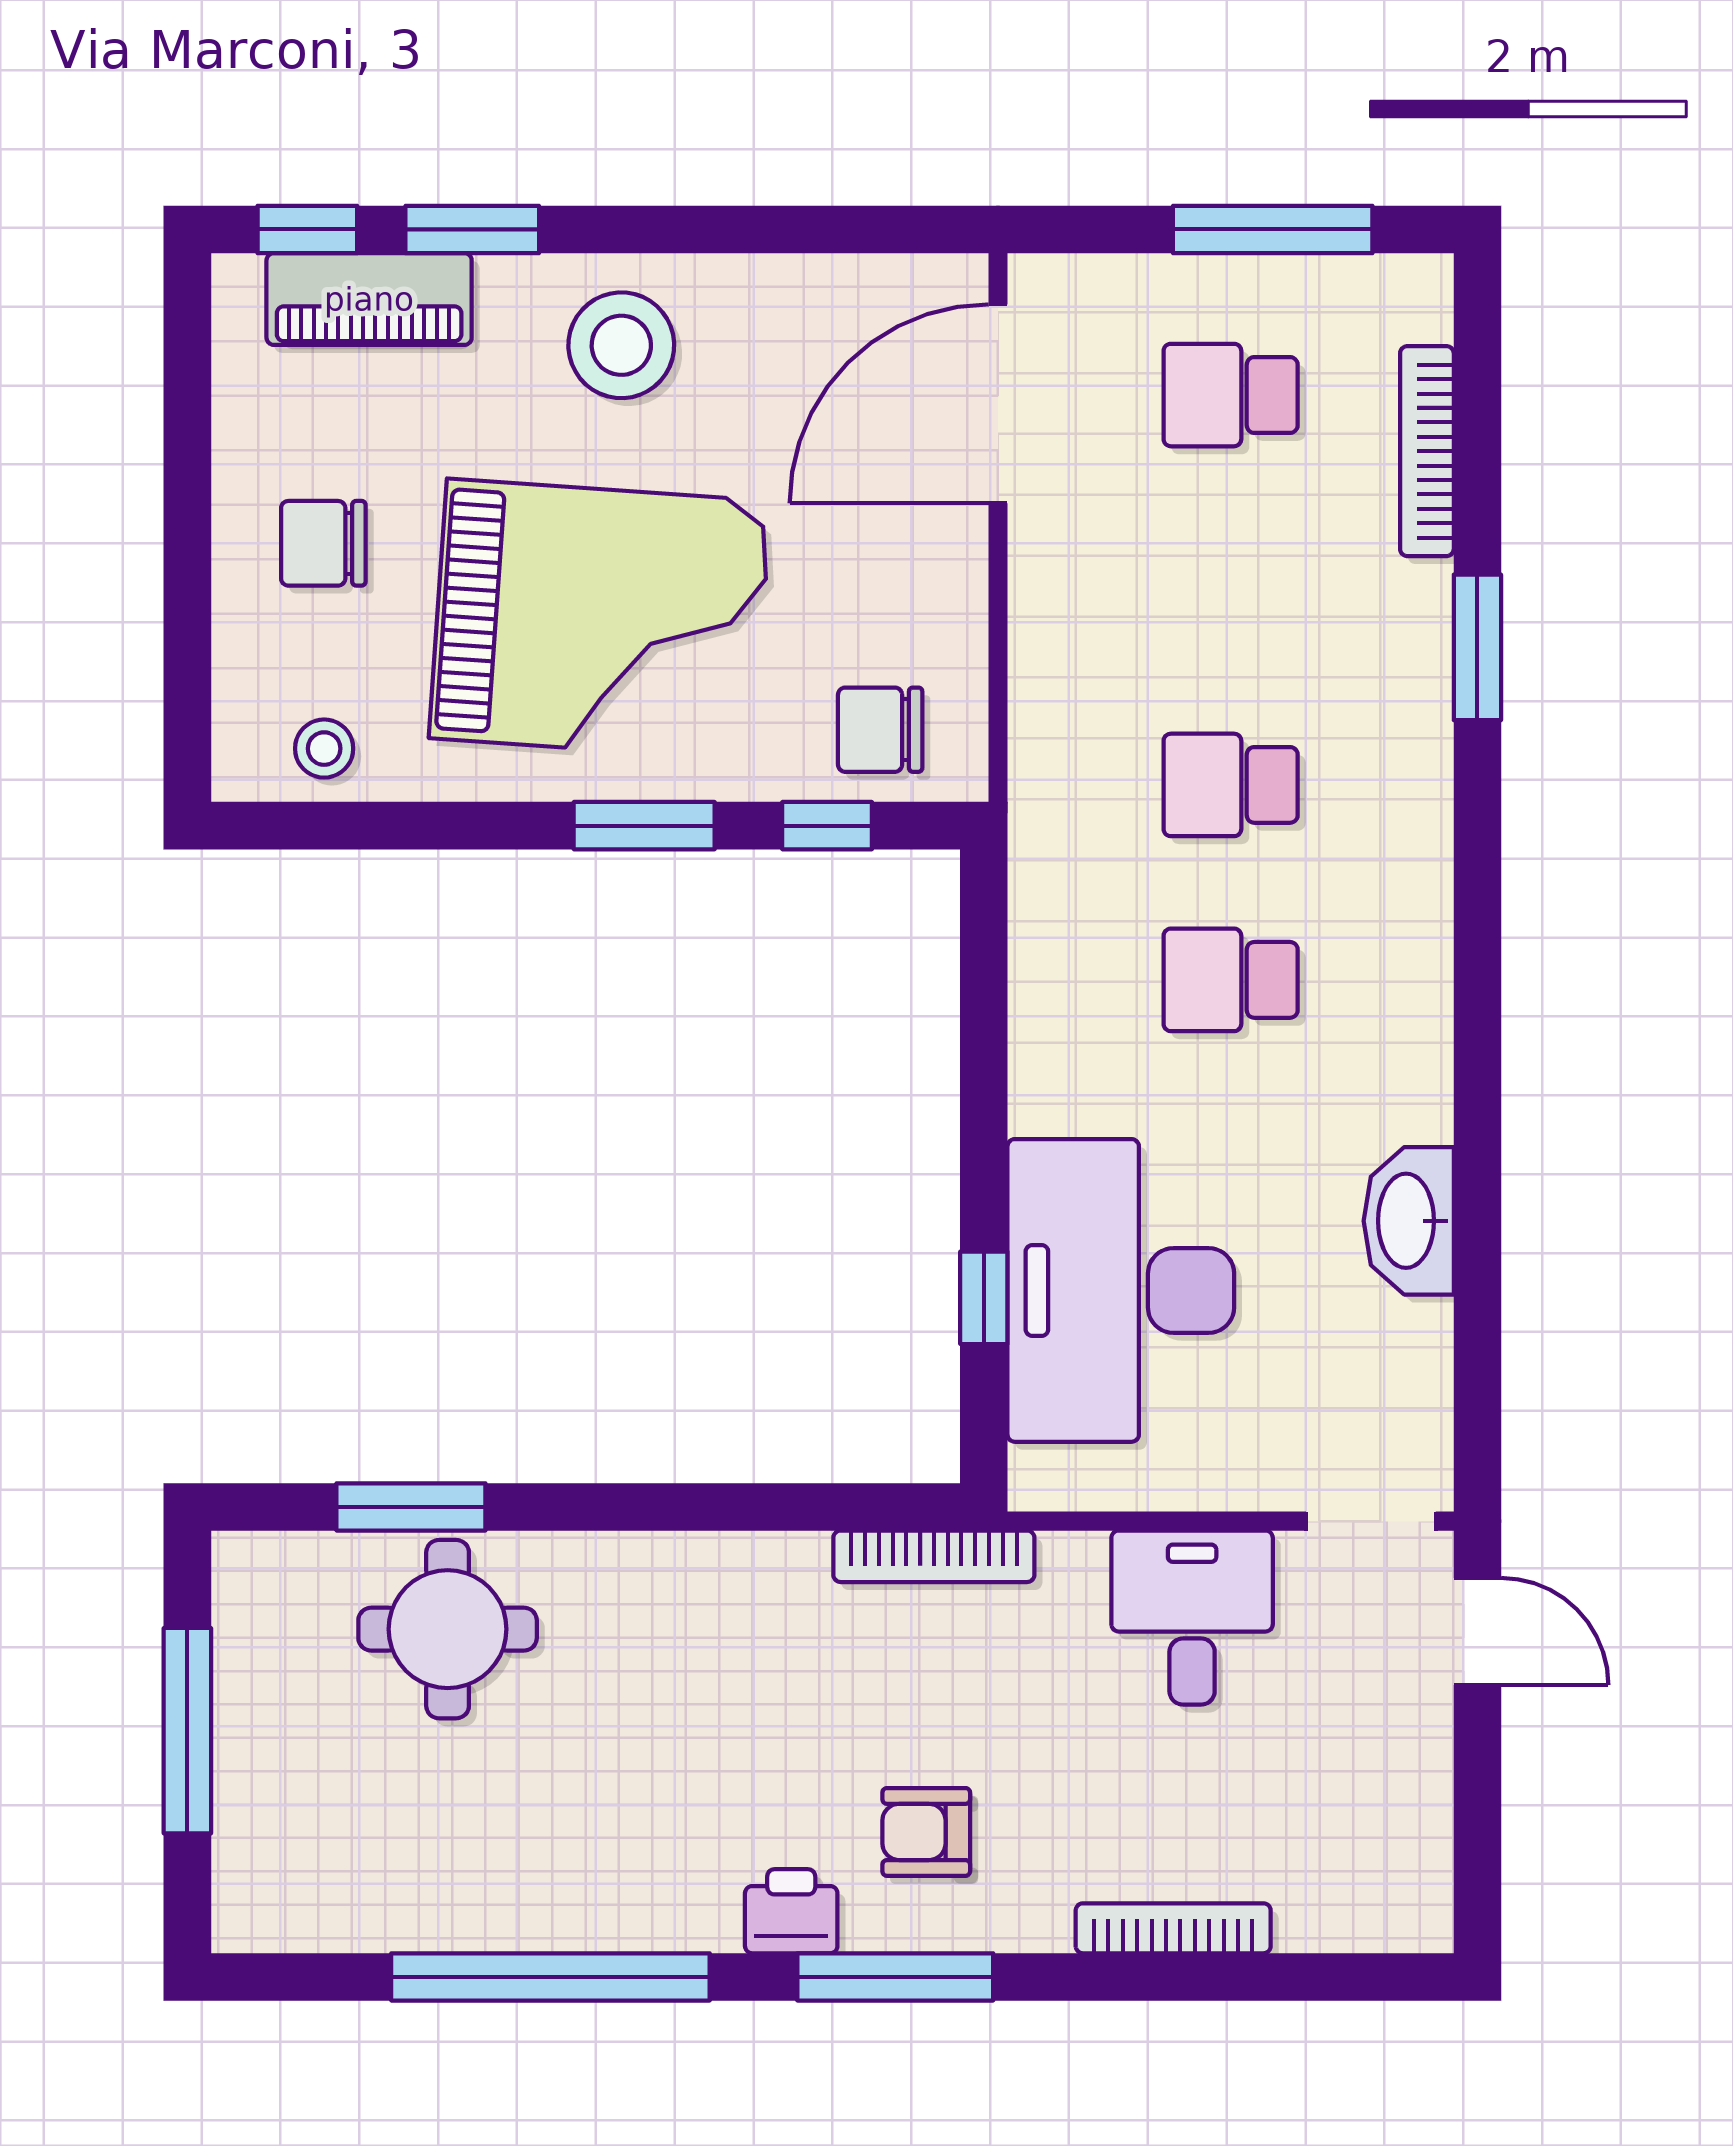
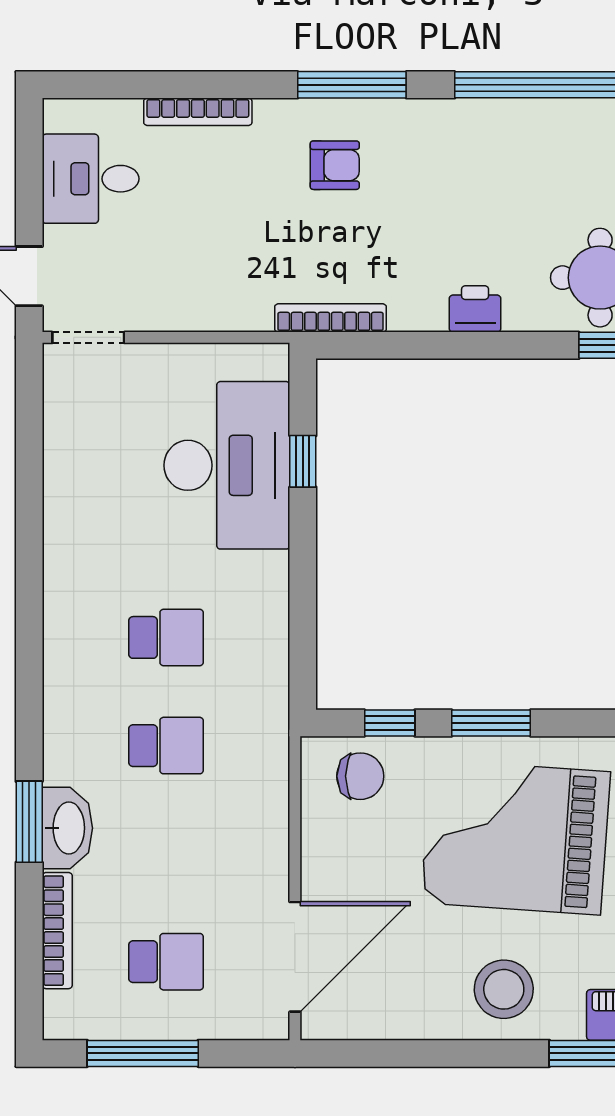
washbasin: (1409, 1221) -> (67, 828), moved
desk: (1192, 1618) -> (91, 179), moved, turned 90
printer: (791, 1911) -> (475, 309), moved, turned 180

